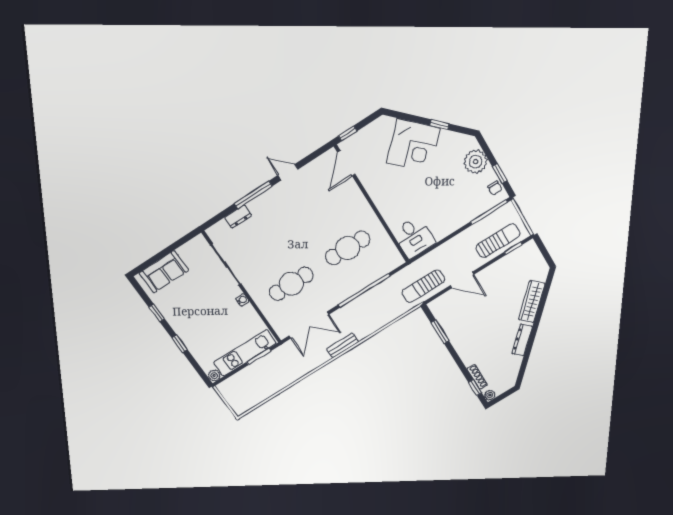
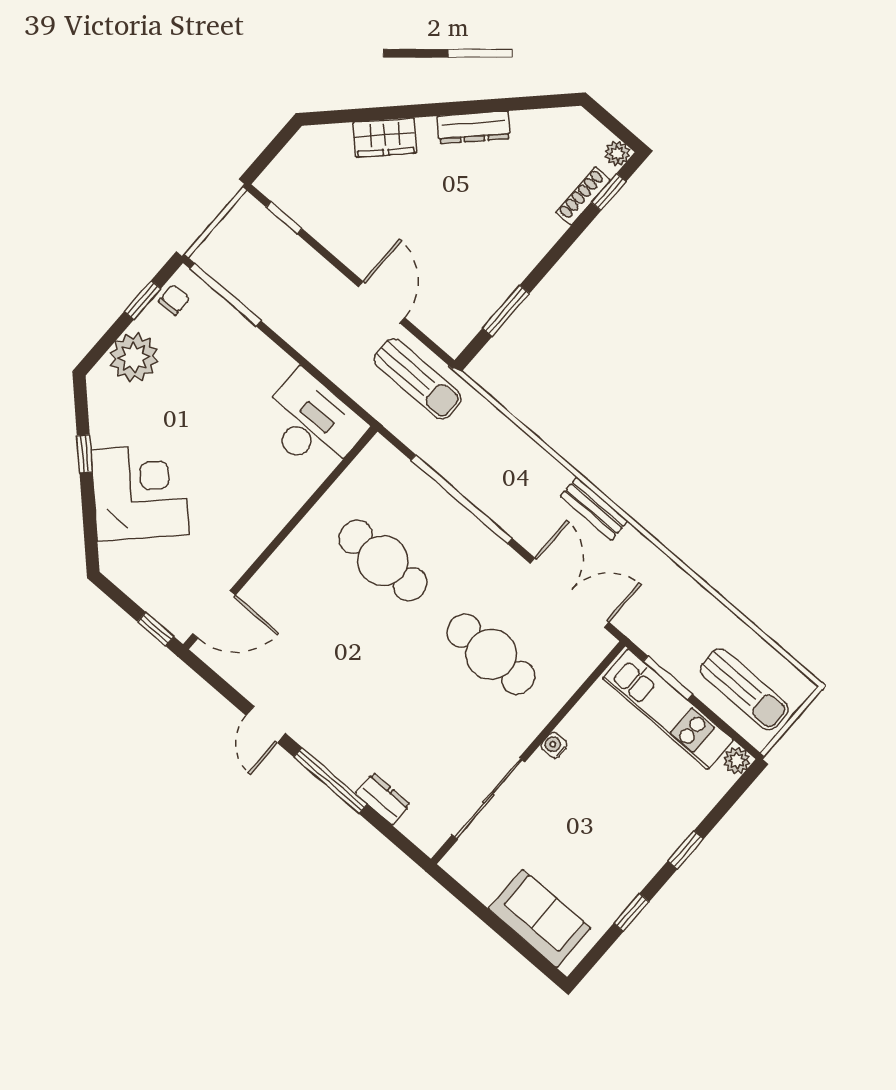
desk: (414, 237) -> (312, 424), width x1.37
sun lounger: (498, 241) -> (744, 689), moved, turned 180
wardrobe: (532, 302) -> (385, 137), width x0.67

